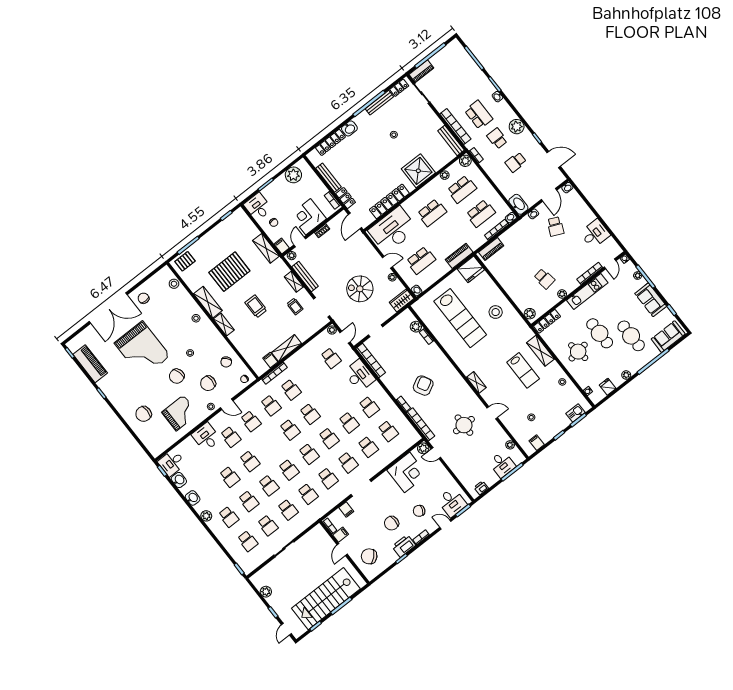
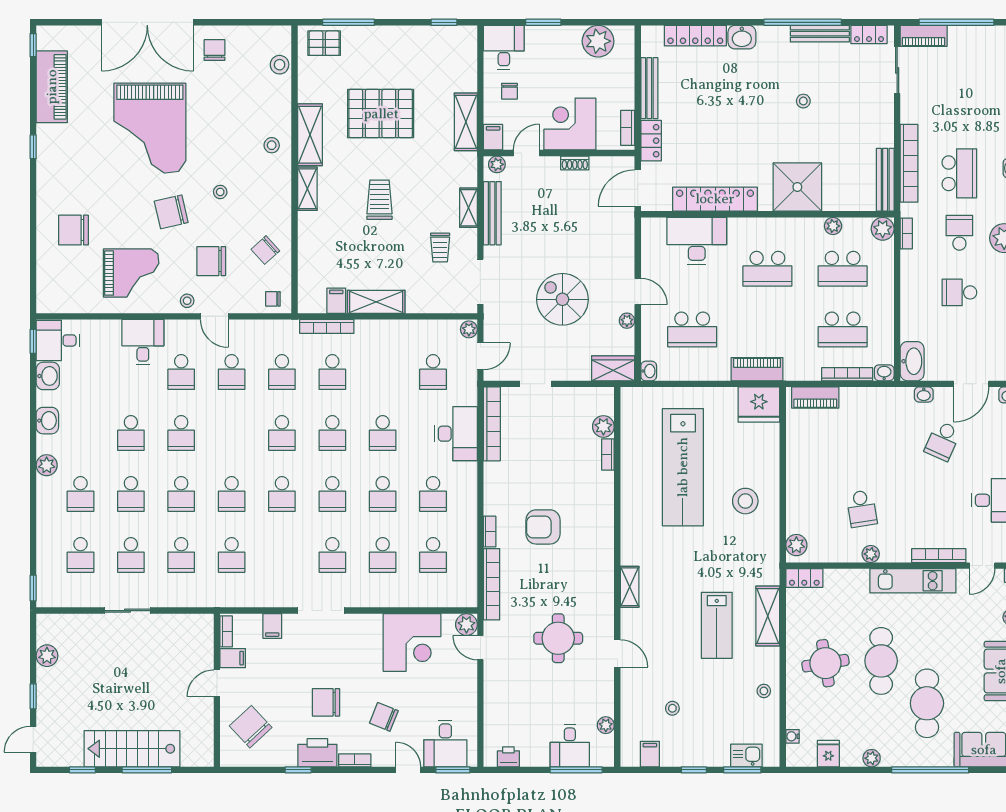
desk: (393, 230) -> (697, 241), width x0.73, depth x0.77
locker: (547, 321) -> (804, 578), width x0.66
armchair: (423, 386) -> (543, 527), turned -152
school desk: (328, 478) -> (383, 433), moved
stairs: (326, 599) -> (132, 749), width x0.73, depth x0.66

